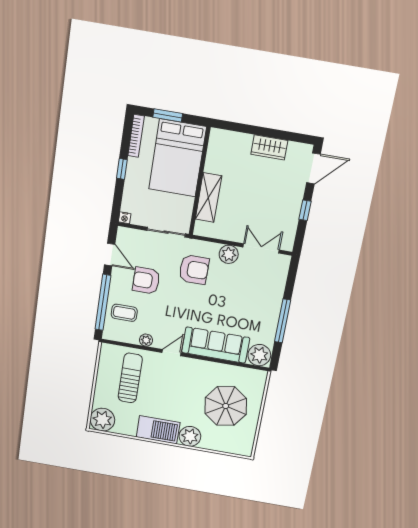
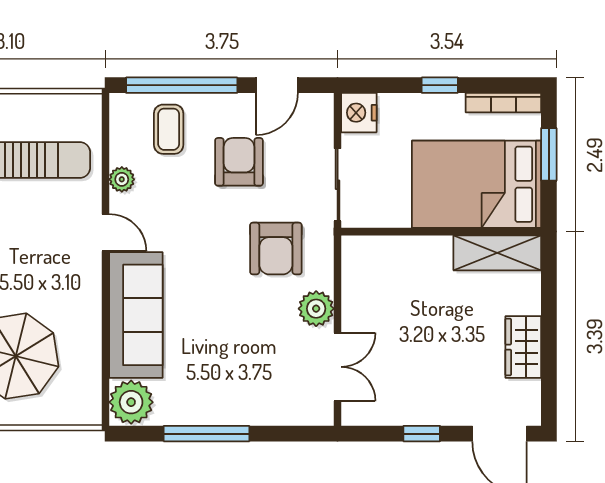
shelving: (208, 198) -> (497, 253), moved
nightstand: (125, 218) -> (359, 113), width x1.89, depth x1.79

